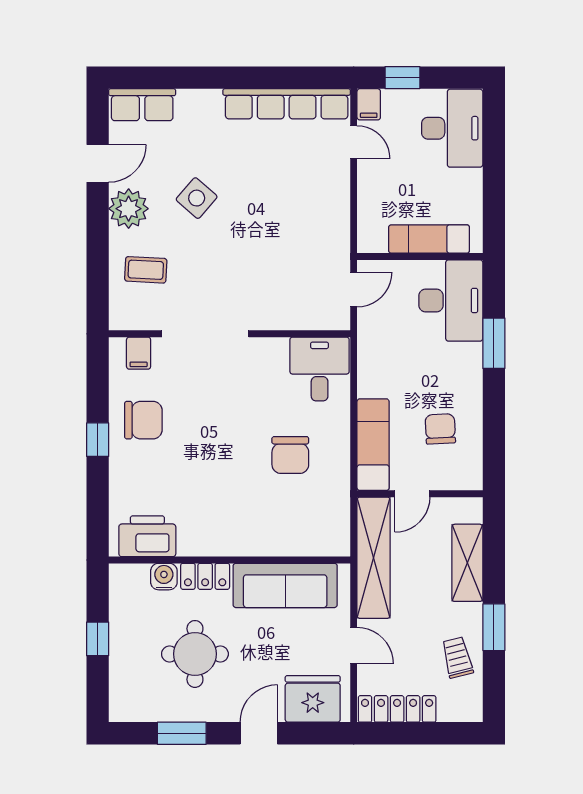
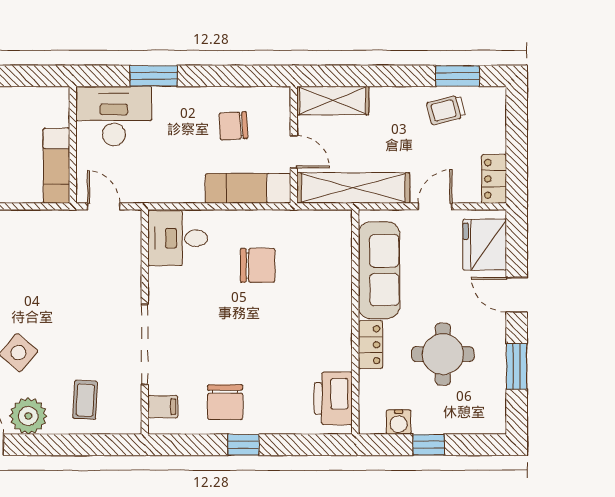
exam couch: (429, 239) -> (57, 166), moved
chair: (143, 420) -> (225, 402), turned 180
shelving: (467, 563) -> (333, 101), moved
water cooler: (164, 577) -> (399, 422), moved, turned -90
window: (494, 627) -> (457, 76), moved
locker: (397, 709) -> (494, 179), width x0.66

